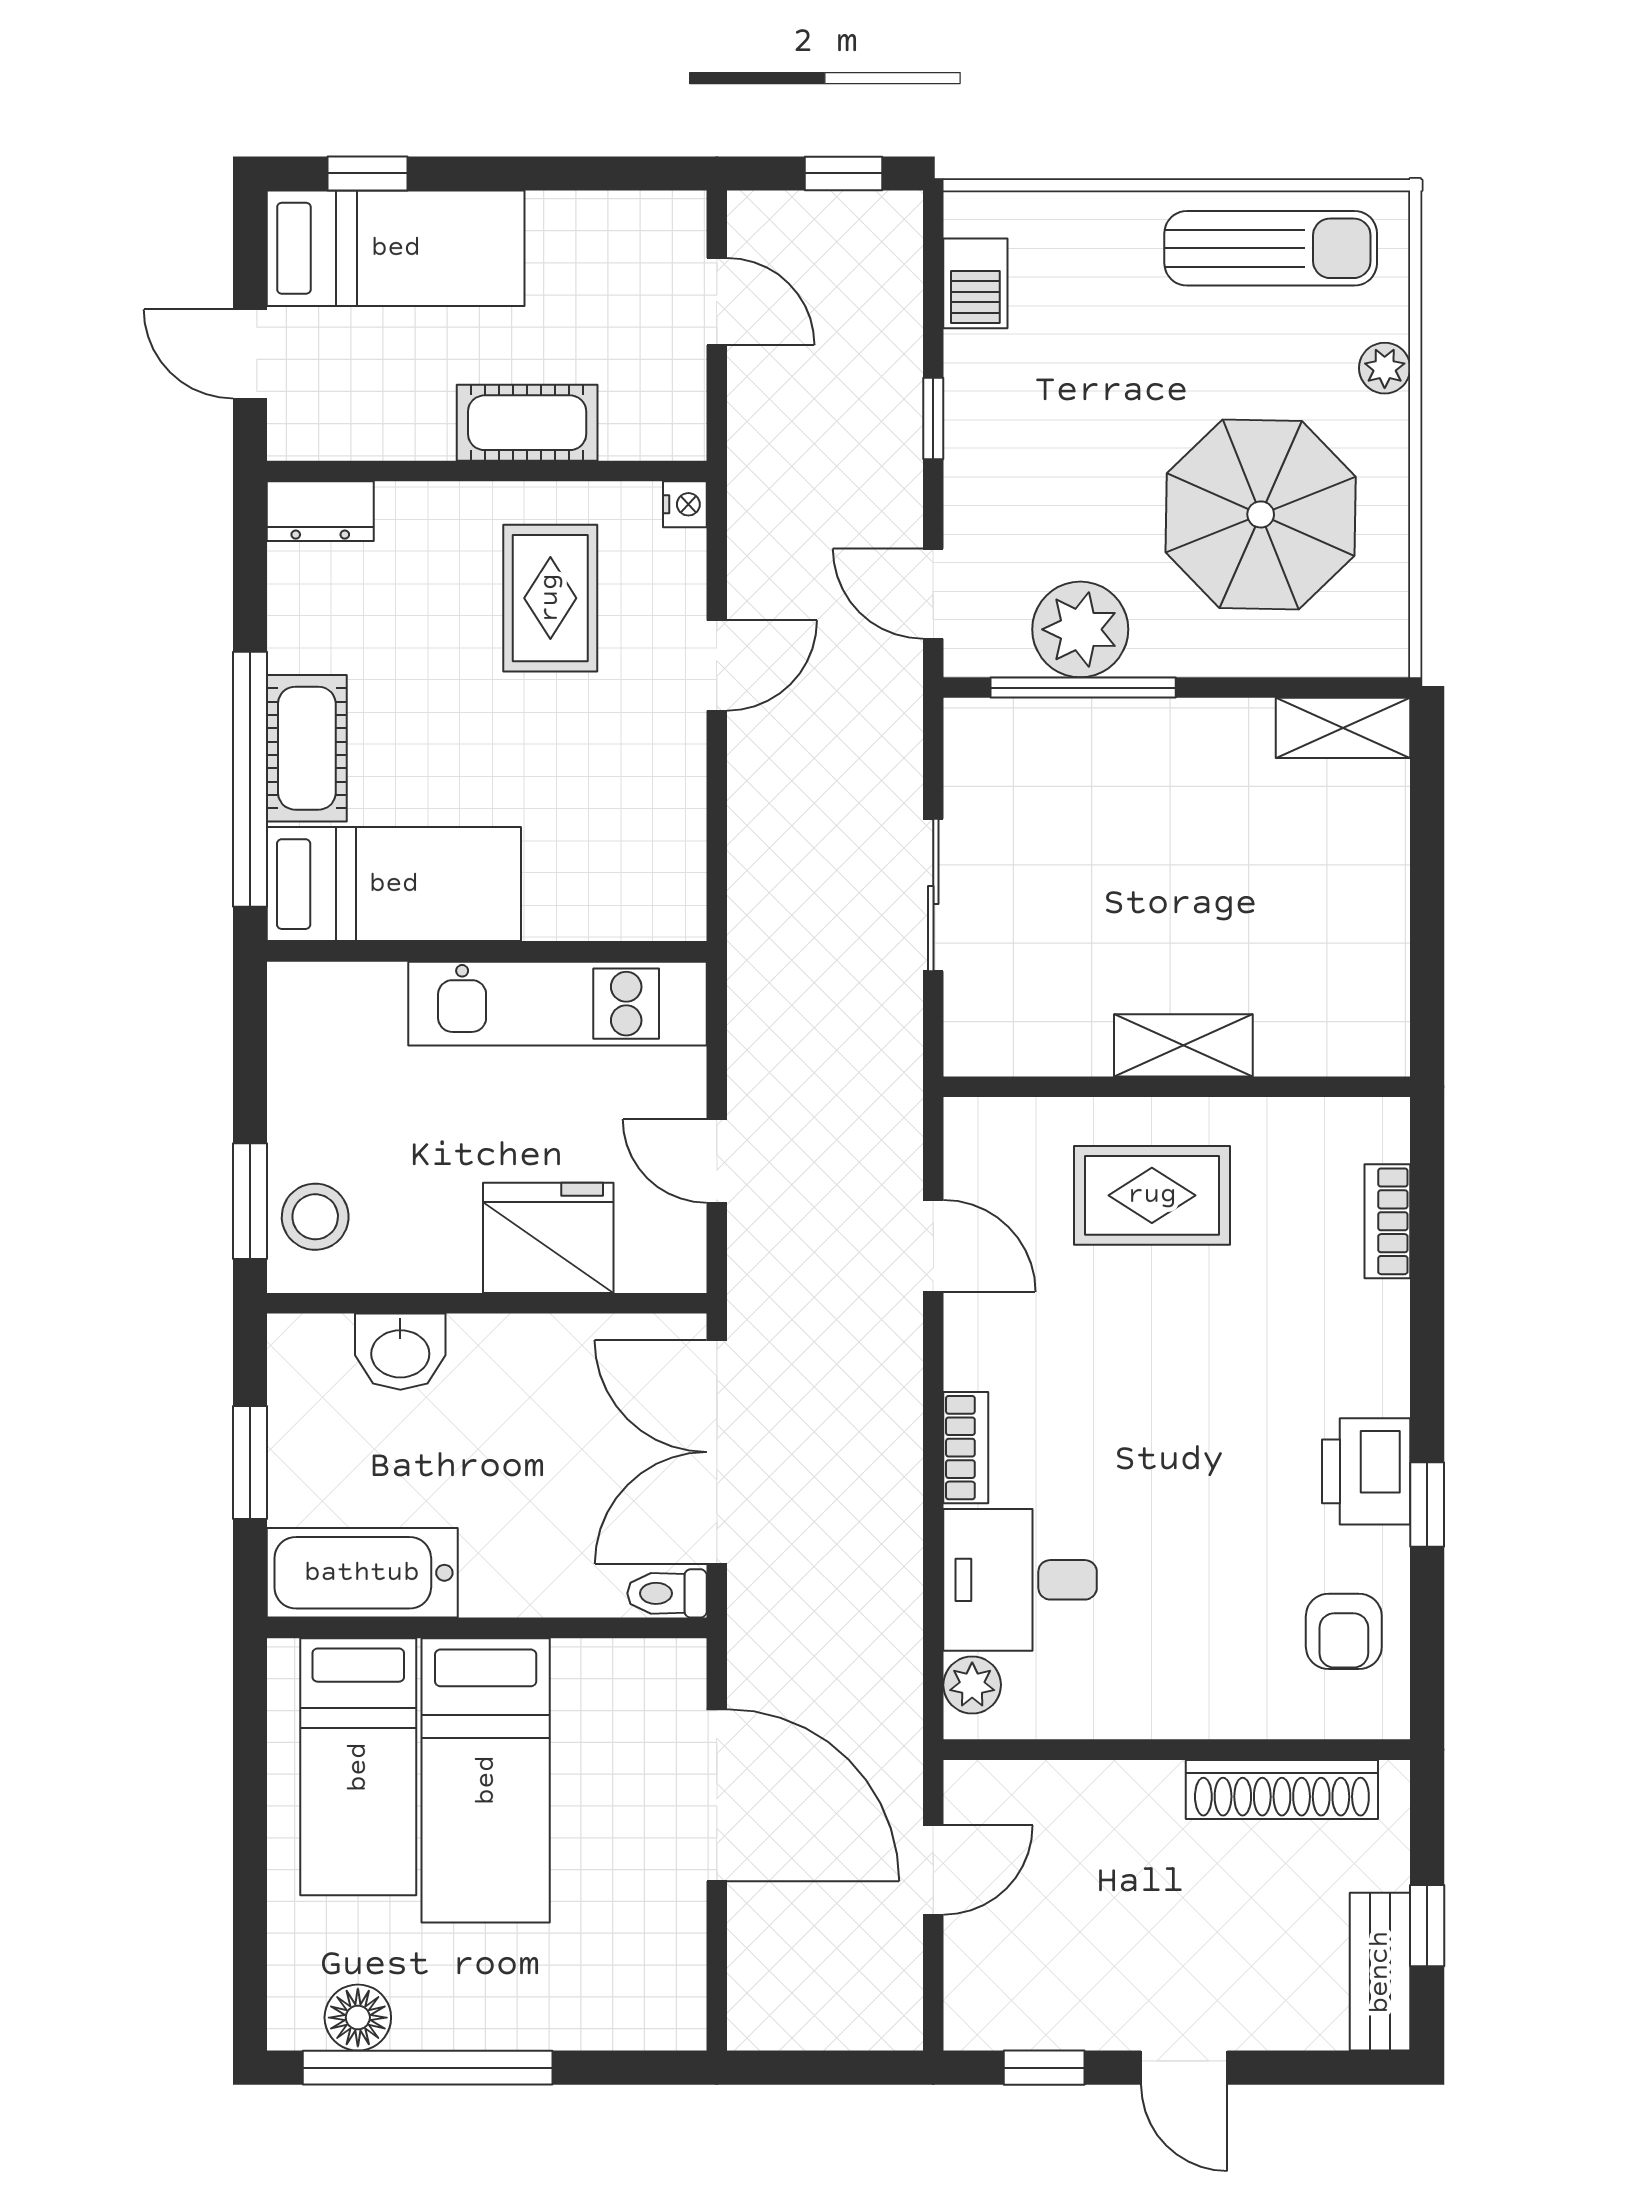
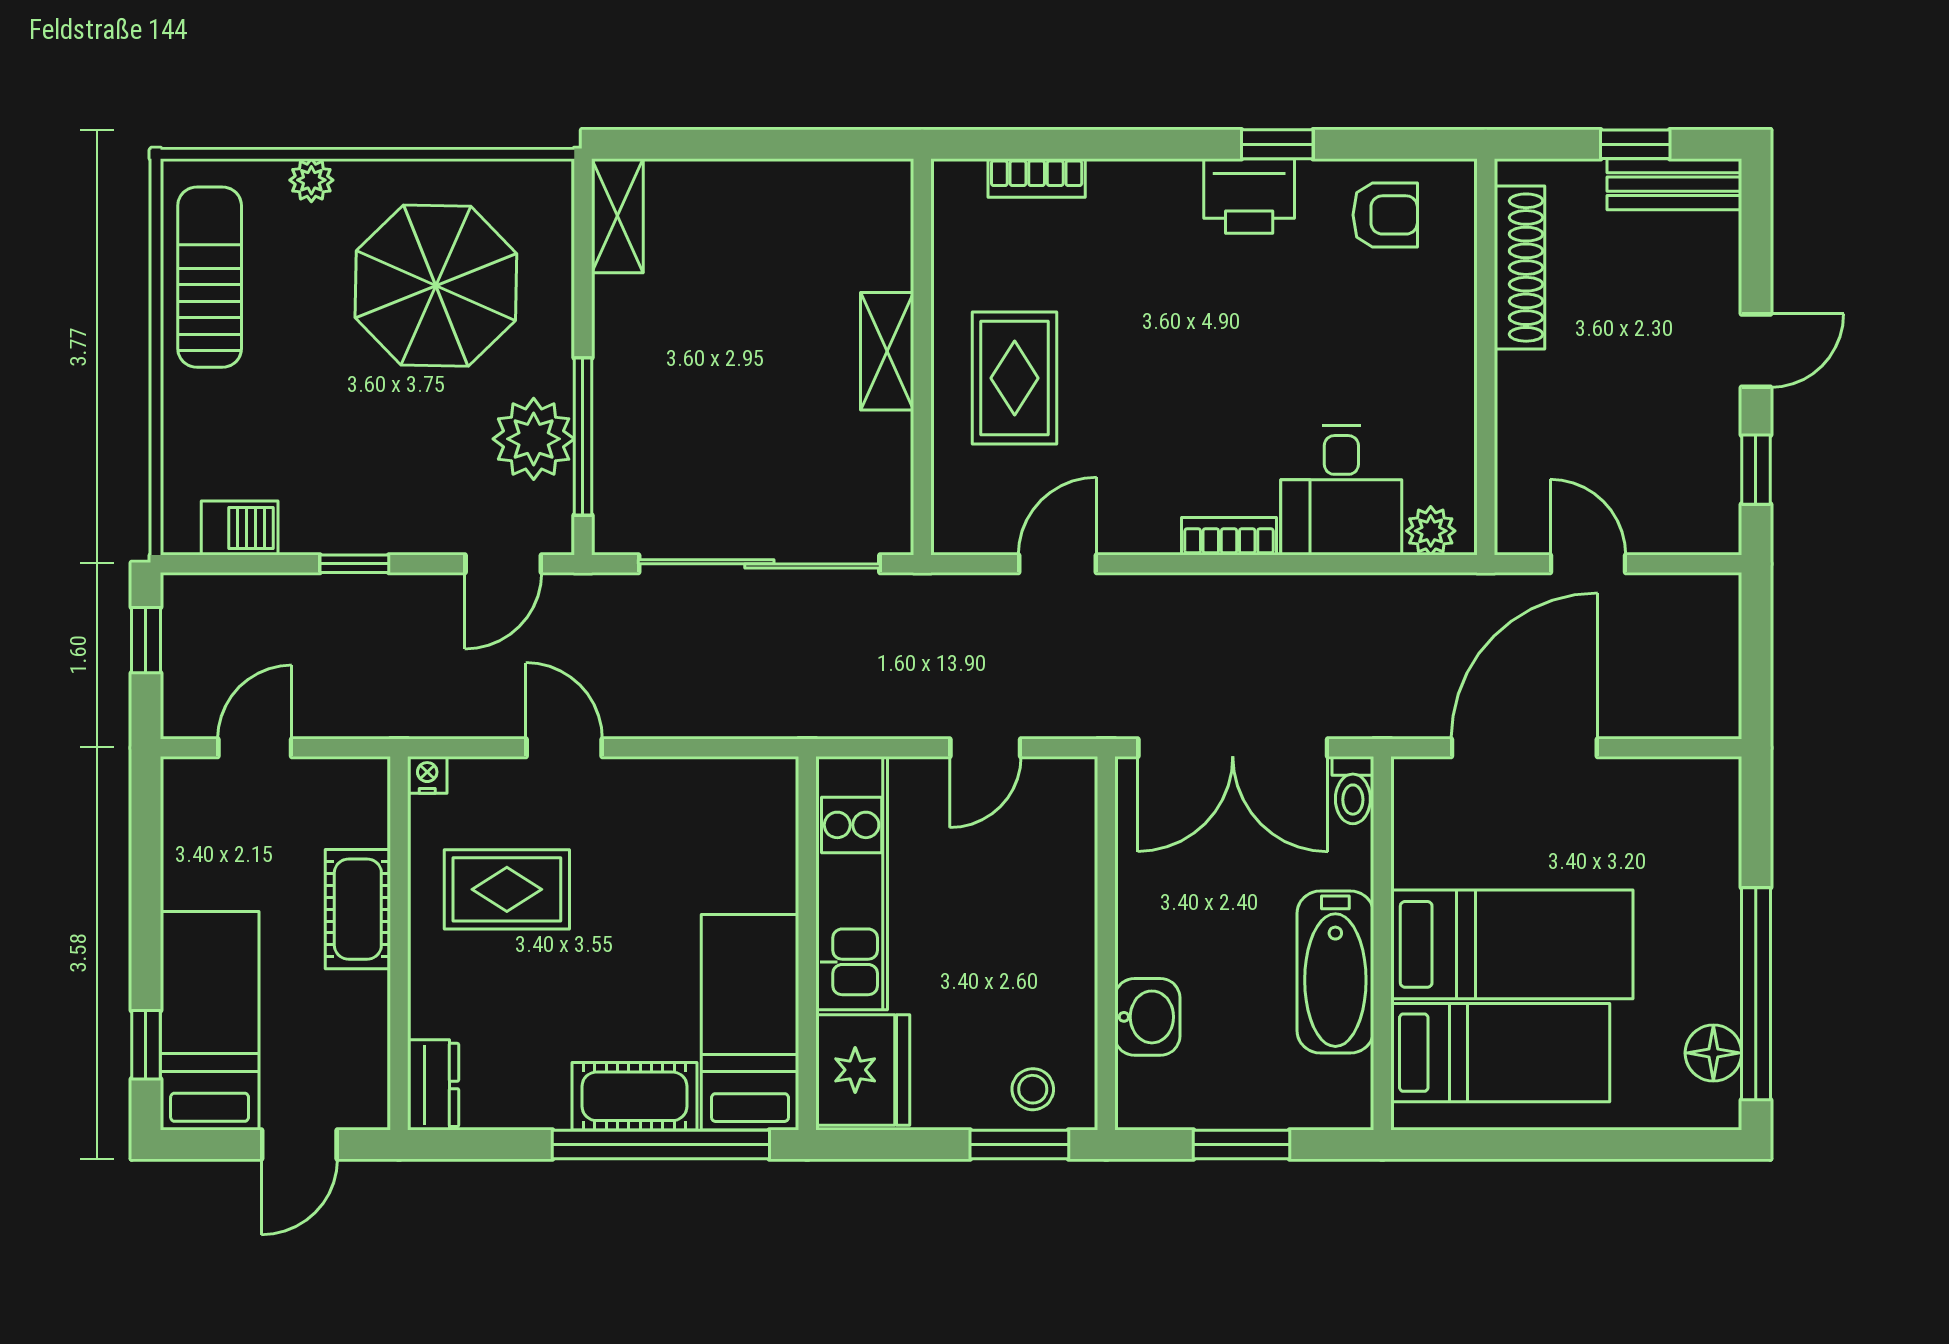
sliding door: (933, 895) -> (759, 564), width x1.86
stool: (315, 1217) -> (1033, 1089), width x0.73, depth x0.73
fridge: (548, 1238) -> (863, 1070), moved, turned 180
bathtub: (362, 1573) -> (1335, 972), moved

